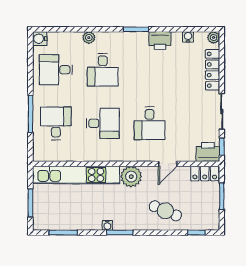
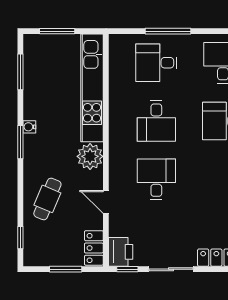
desk: (56, 123) -> (156, 63), turned 180
desk: (150, 123) -> (156, 179), turned 90

